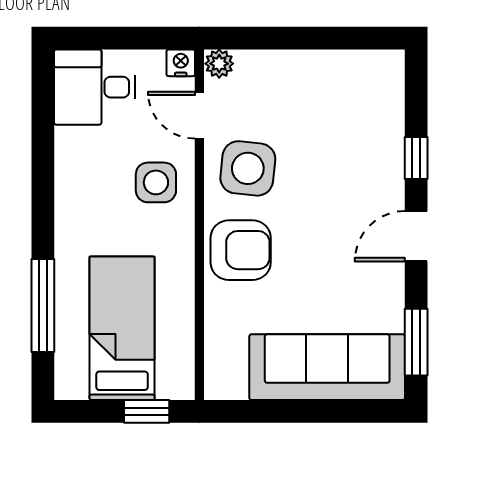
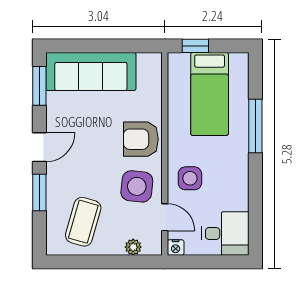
plant: (219, 64) -> (133, 247), moved
coffee table: (340, 107) -> (83, 222), added
window: (416, 158) -> (39, 192), width x1.50
window: (43, 305) -> (255, 126), moved

